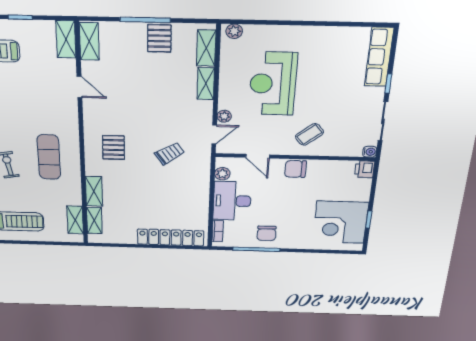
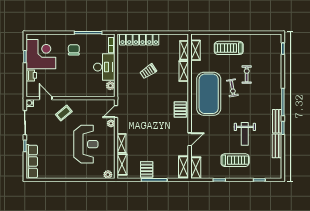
door: (79, 87) -> (190, 139), swing flipped
pallet: (113, 147) -> (180, 109), moved
trolley: (170, 153) -> (148, 71), moved
door: (258, 156) -> (46, 98), moved
exercise mat: (49, 157) -> (209, 94), width x2.00, depth x1.45
chair: (296, 169) -> (70, 90), removed
printer: (365, 169) -> (31, 75), moved
chair: (267, 233) -> (74, 50), moved

